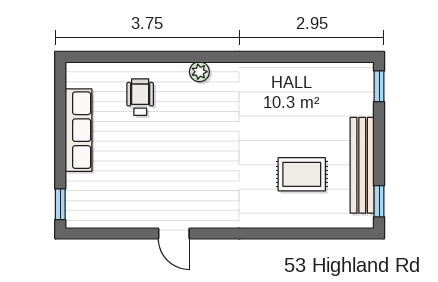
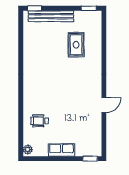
plant: (199, 72) -> (28, 150), moved
row of seats: (78, 130) -> (62, 150), width x0.68
bench: (362, 165) -> (51, 16), moved

